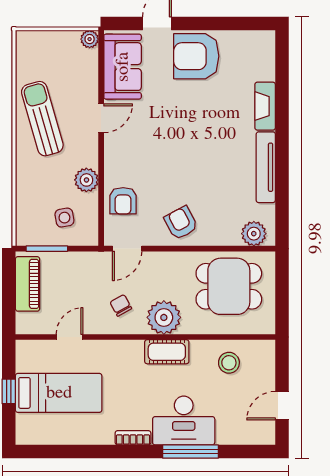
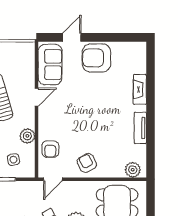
plant: (90, 39) -> (29, 47), removed
tv unit: (266, 167) -> (140, 128), width x0.71

